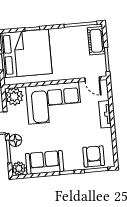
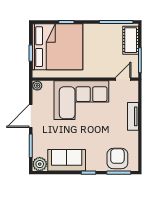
door: (92, 79) -> (123, 79), swing flipped
plant: (14, 97) -> (37, 86), width x0.53, depth x0.53
floor lamp: (15, 140) -> (39, 135), removed

